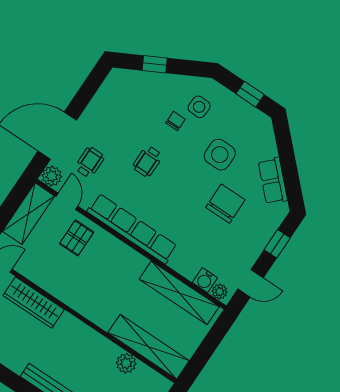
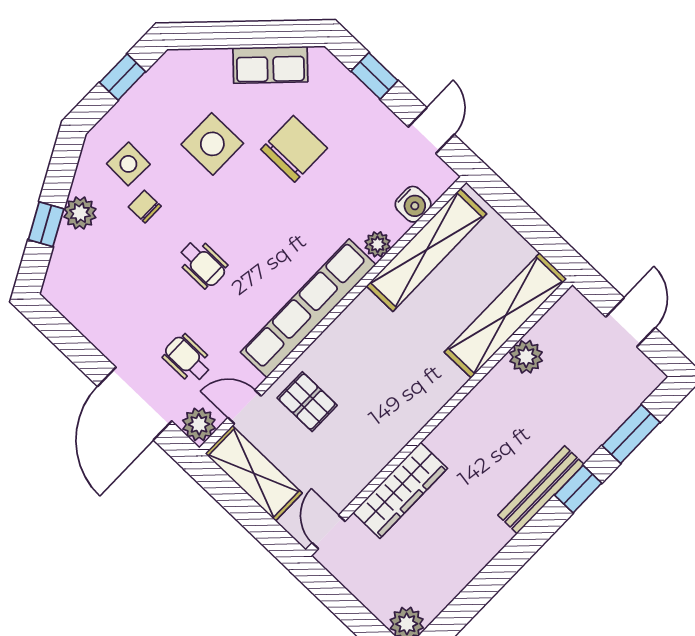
plant: (165, 83) -> (80, 213), added
chair: (225, 204) -> (294, 149), turned 90
plant: (220, 292) -> (378, 244), moved

